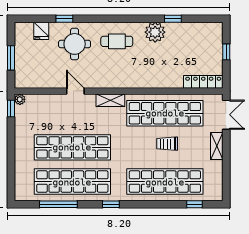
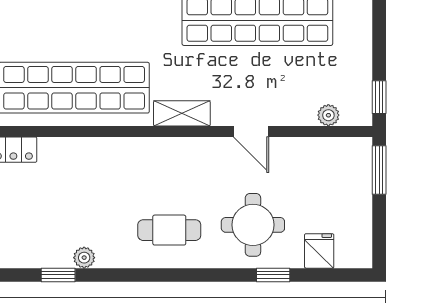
plant: (155, 32) -> (84, 258), width x0.53, depth x0.53
window: (11, 58) -> (379, 170), moved
plant: (20, 99) -> (328, 115), moved
trolley: (167, 144) -> (70, 27), removed

